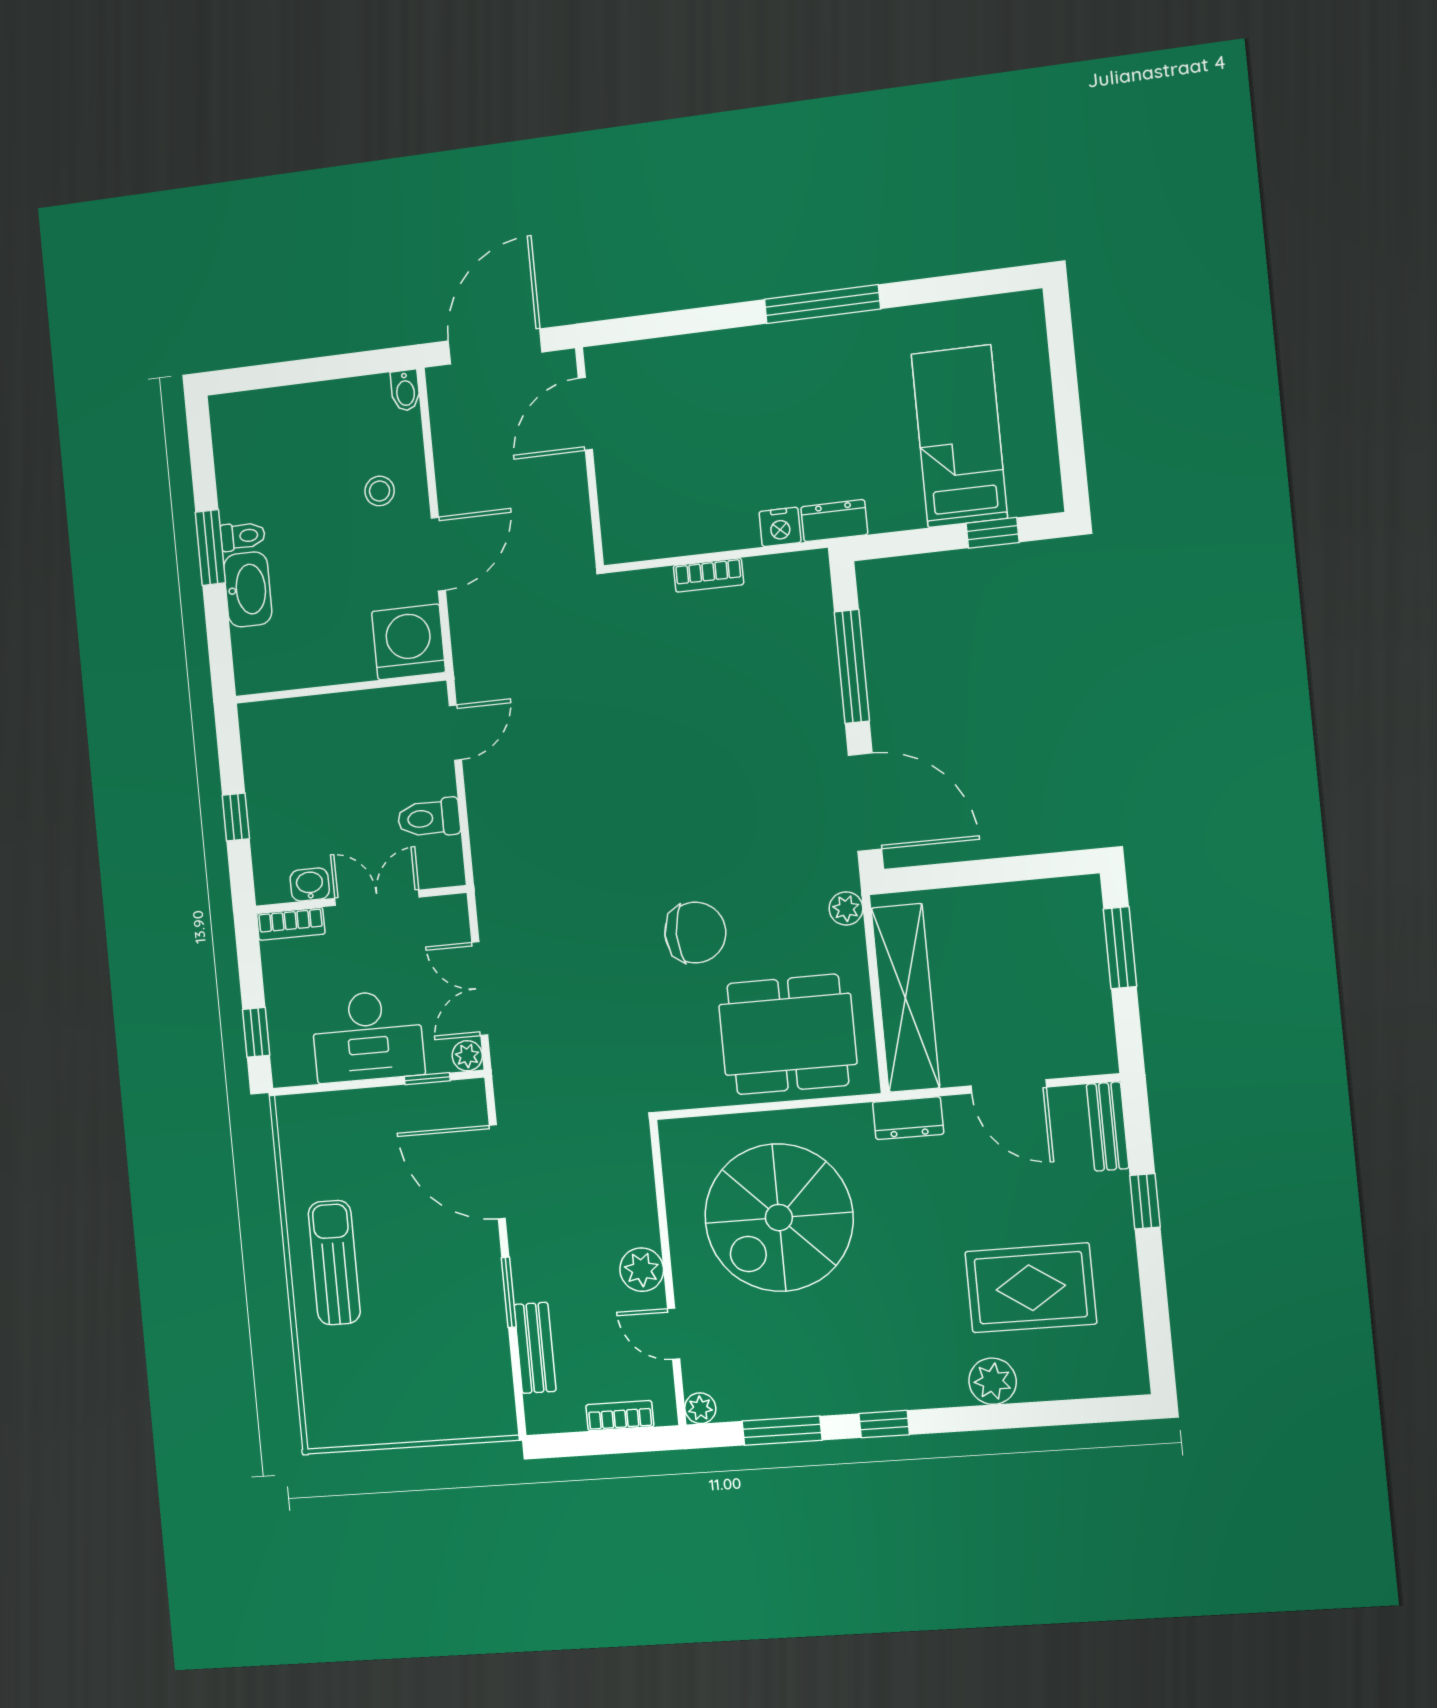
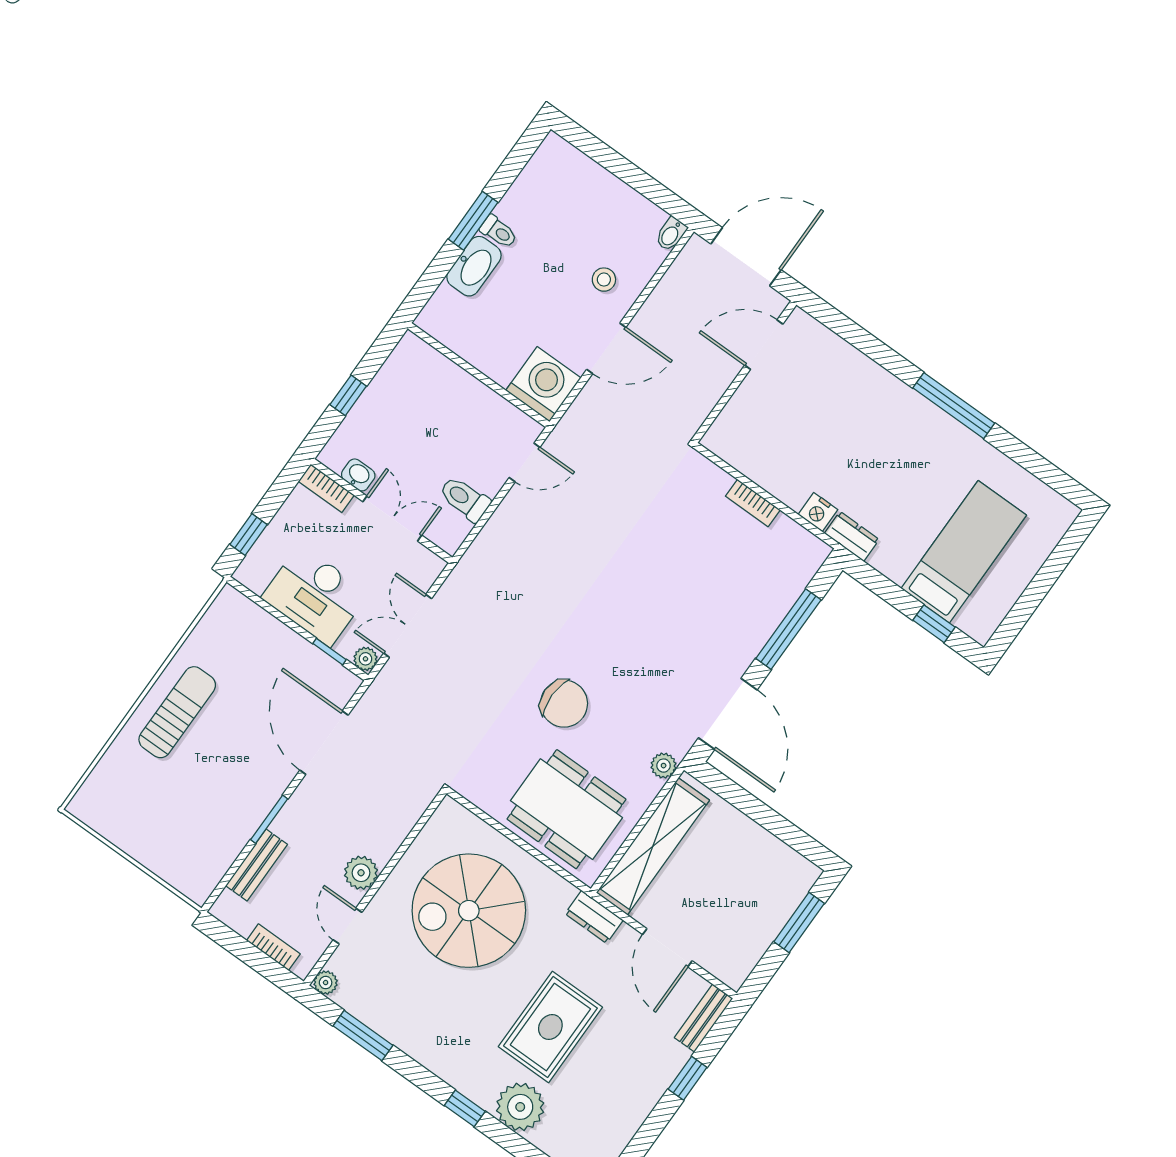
rug: (1031, 1288) -> (550, 1027), moved, turned 90
plant: (993, 1381) -> (520, 1107), width x1.36, depth x1.36
window: (884, 1424) -> (465, 1108), moved

